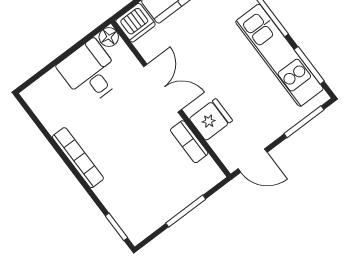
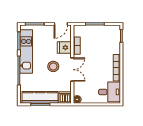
stool: (204, 66) -> (53, 66), added
desk: (90, 72) -> (110, 92), moved, turned -90
double door: (163, 88) -> (72, 70), swing flipped
door: (253, 161) -> (61, 24), swing flipped

